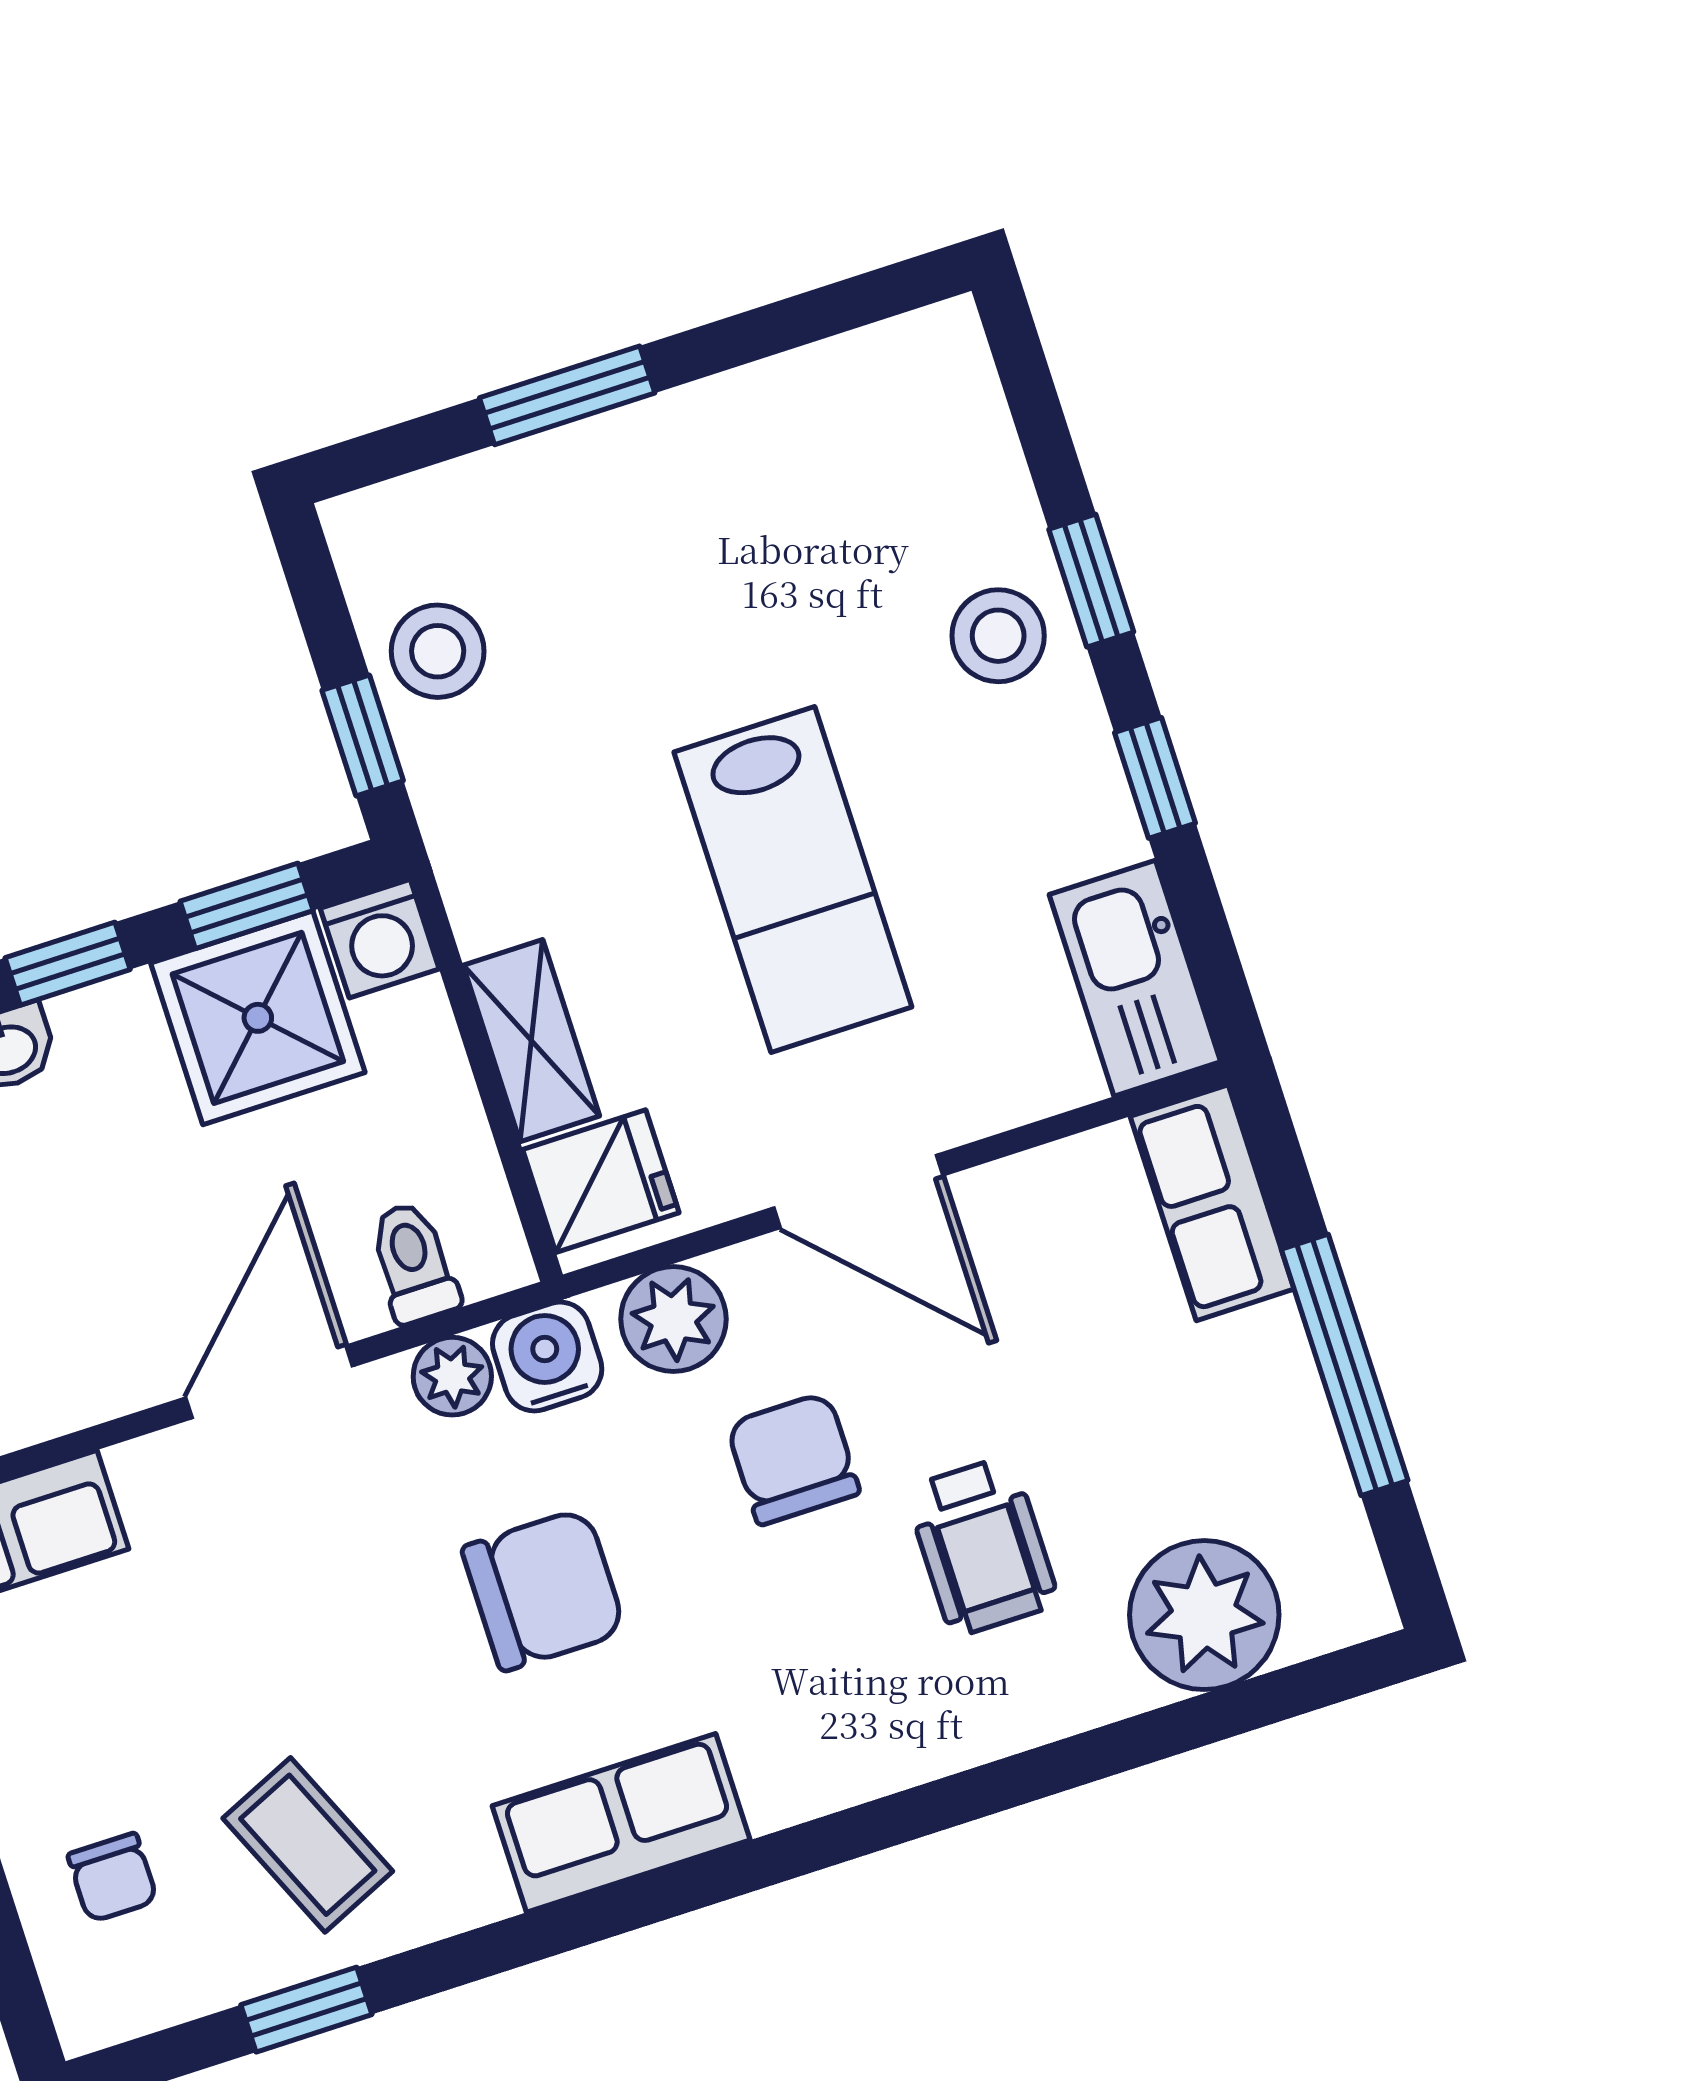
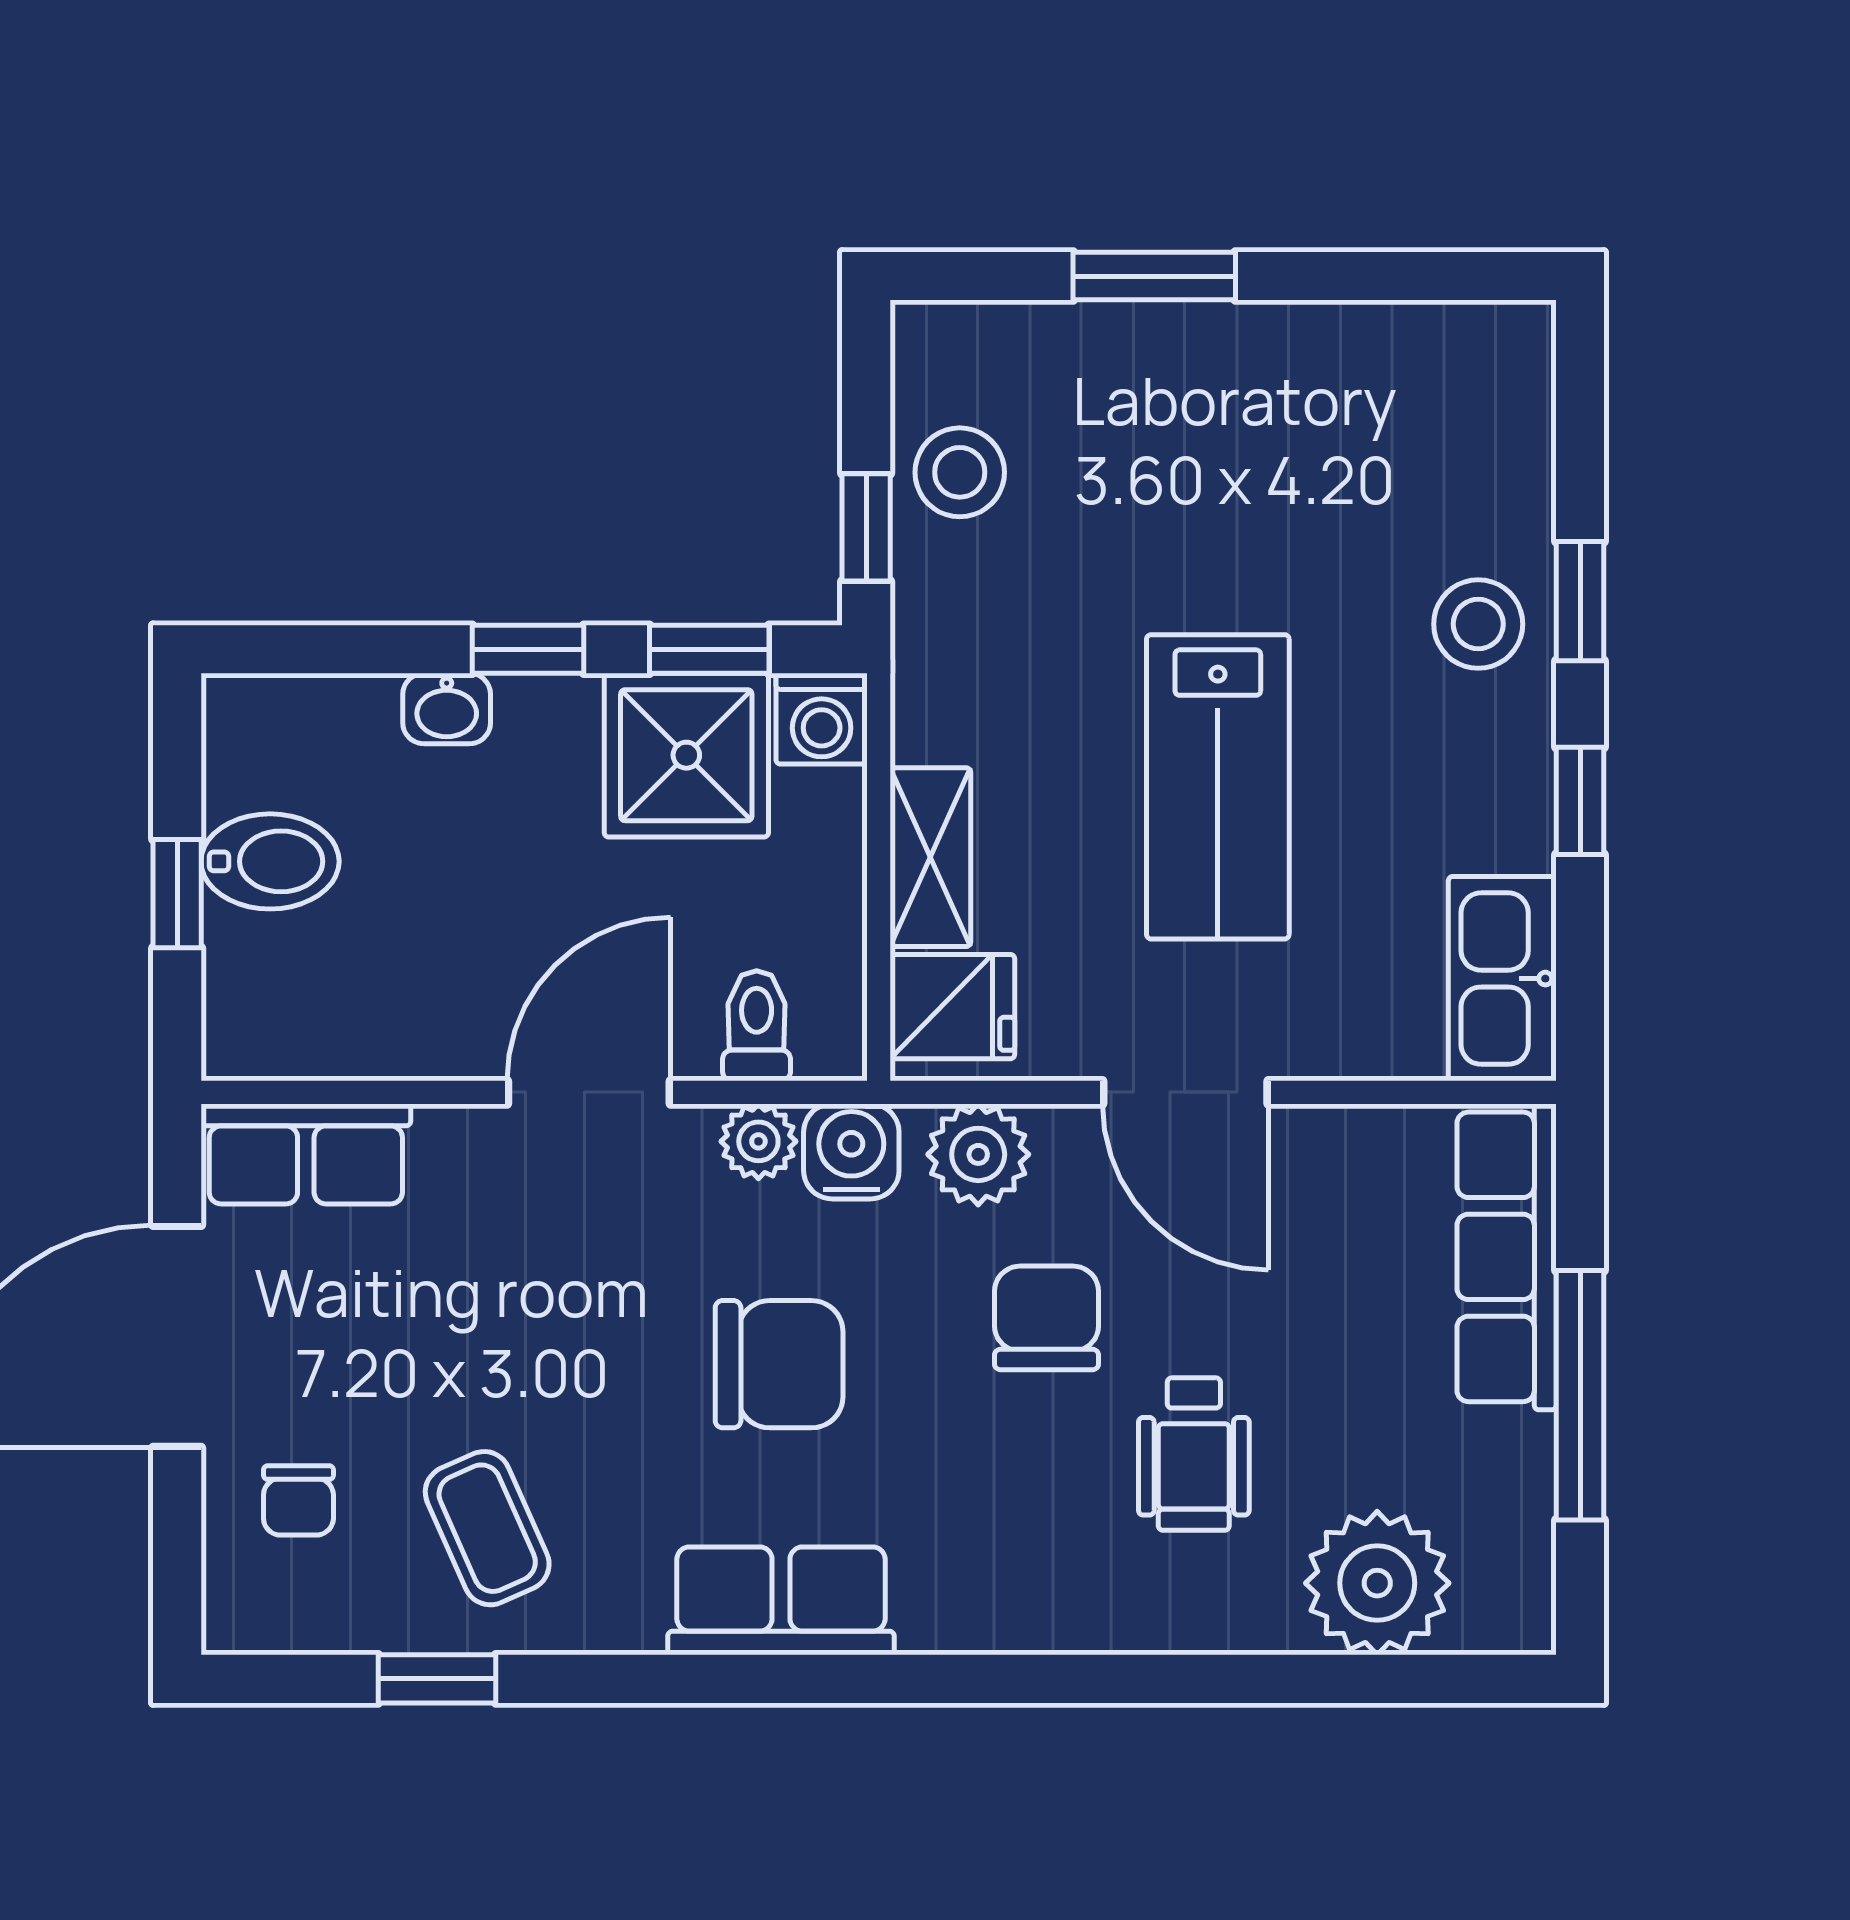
row of seats: (1212, 1203) -> (1507, 1257), width x1.48

